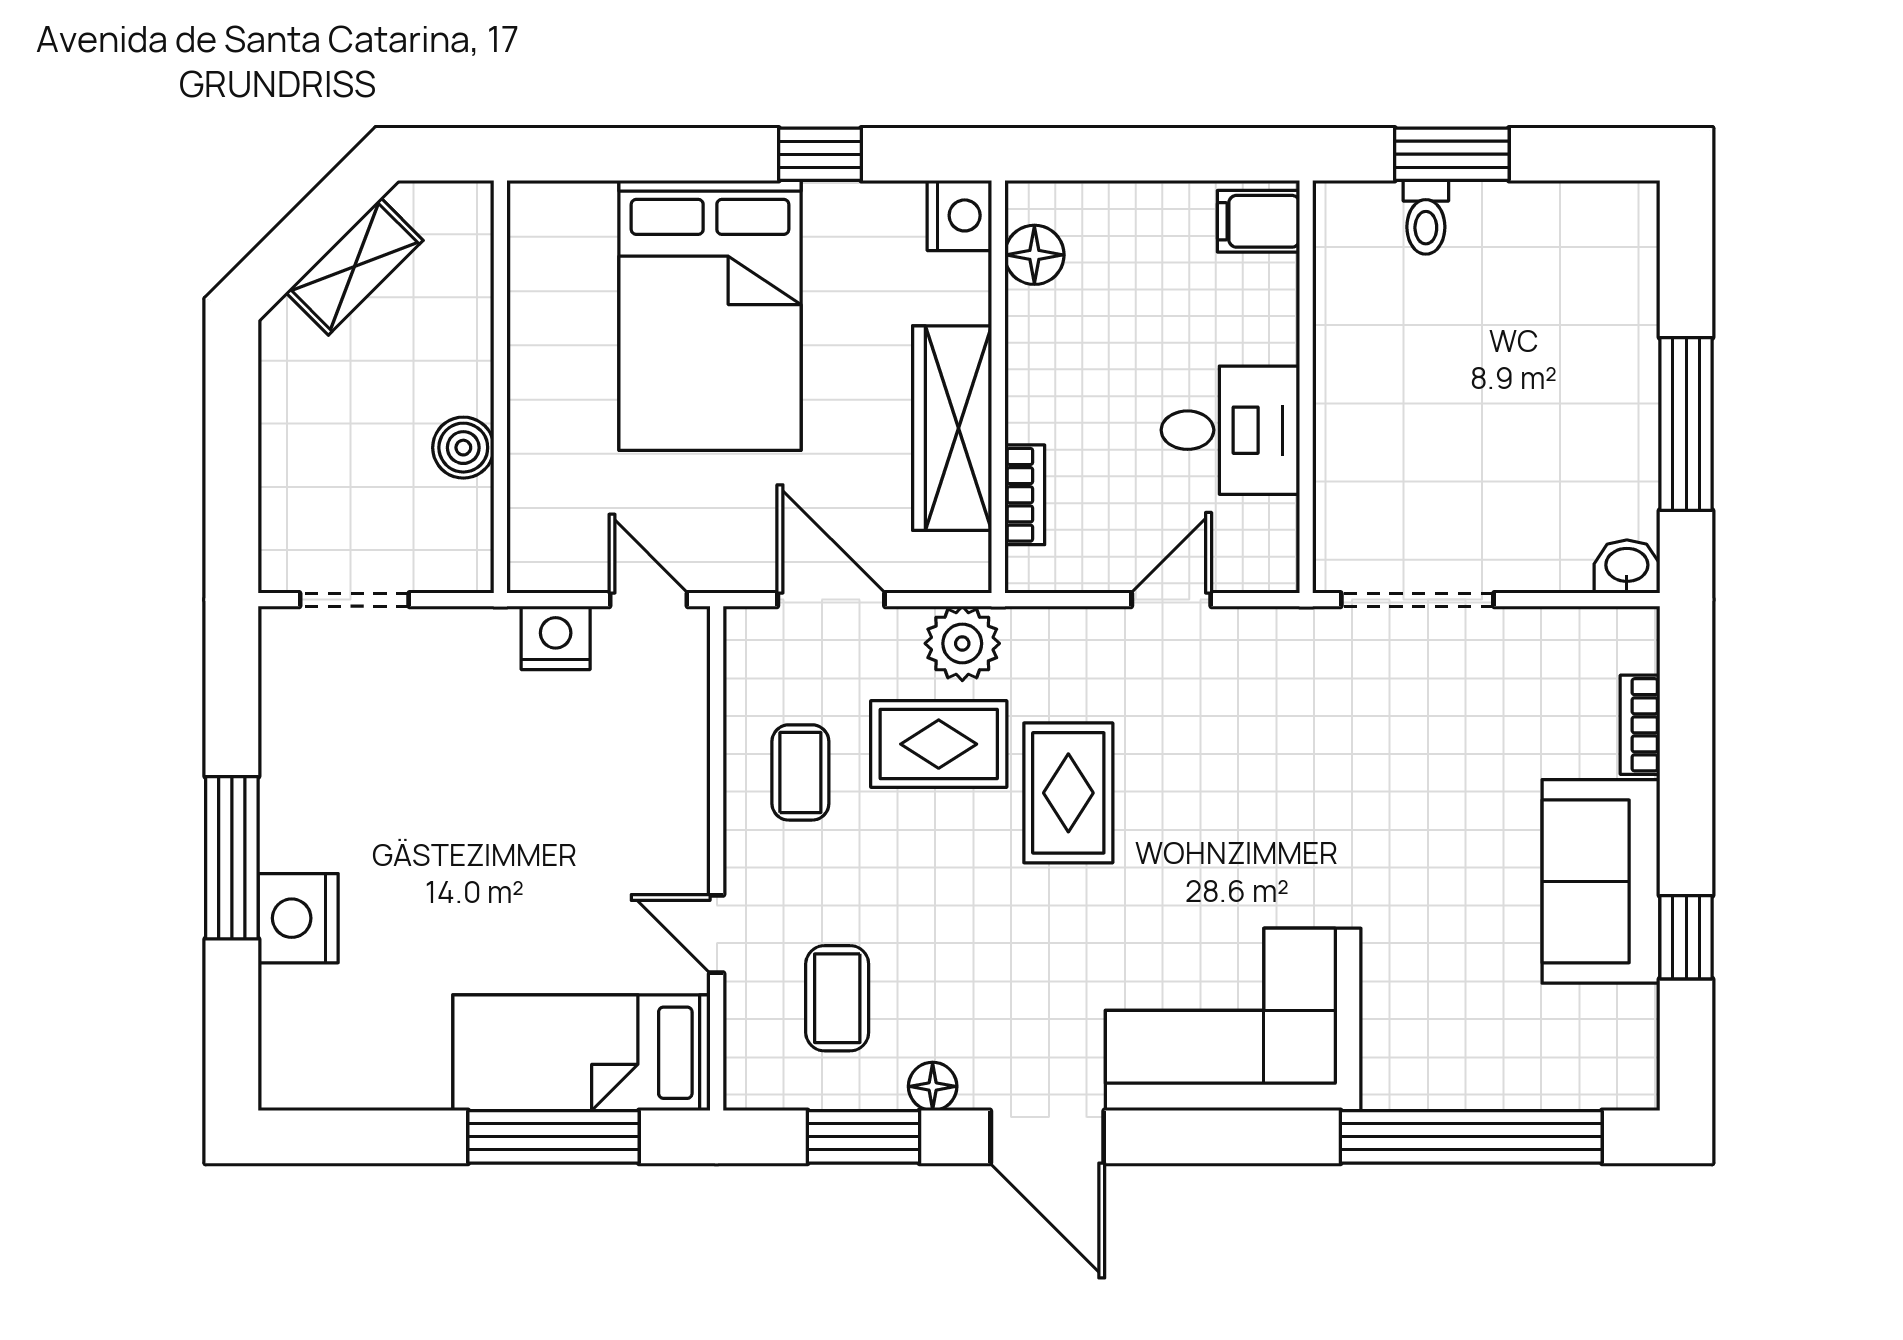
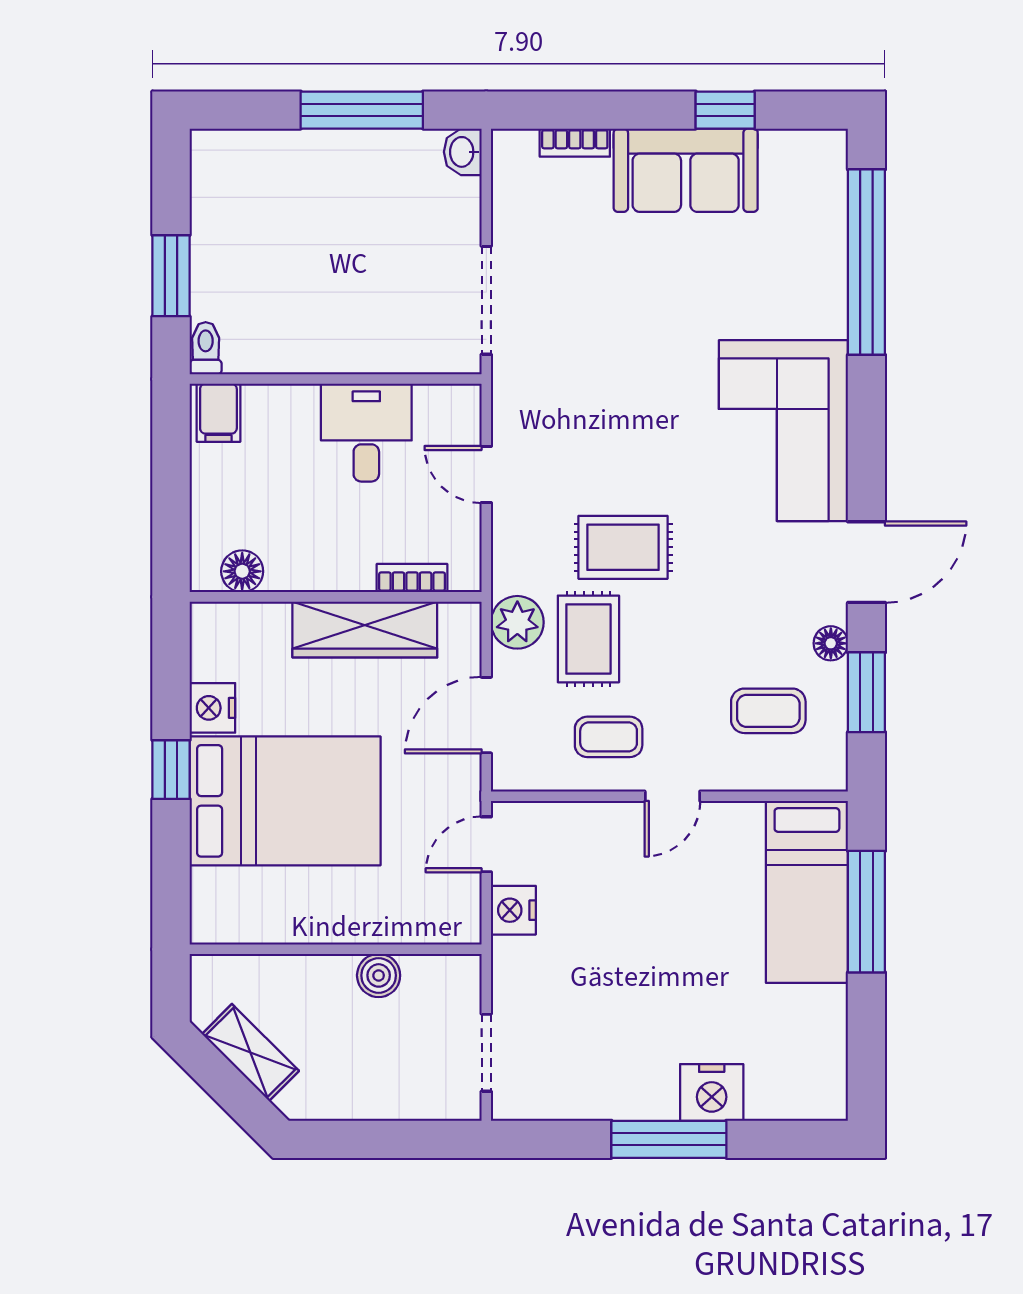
window: (820, 154) -> (171, 770), moved
nightstand: (959, 215) -> (212, 708), moved, turned -90
toilet: (1426, 217) -> (206, 348), moved, turned -90
door: (717, 934) -> (672, 796), moved

